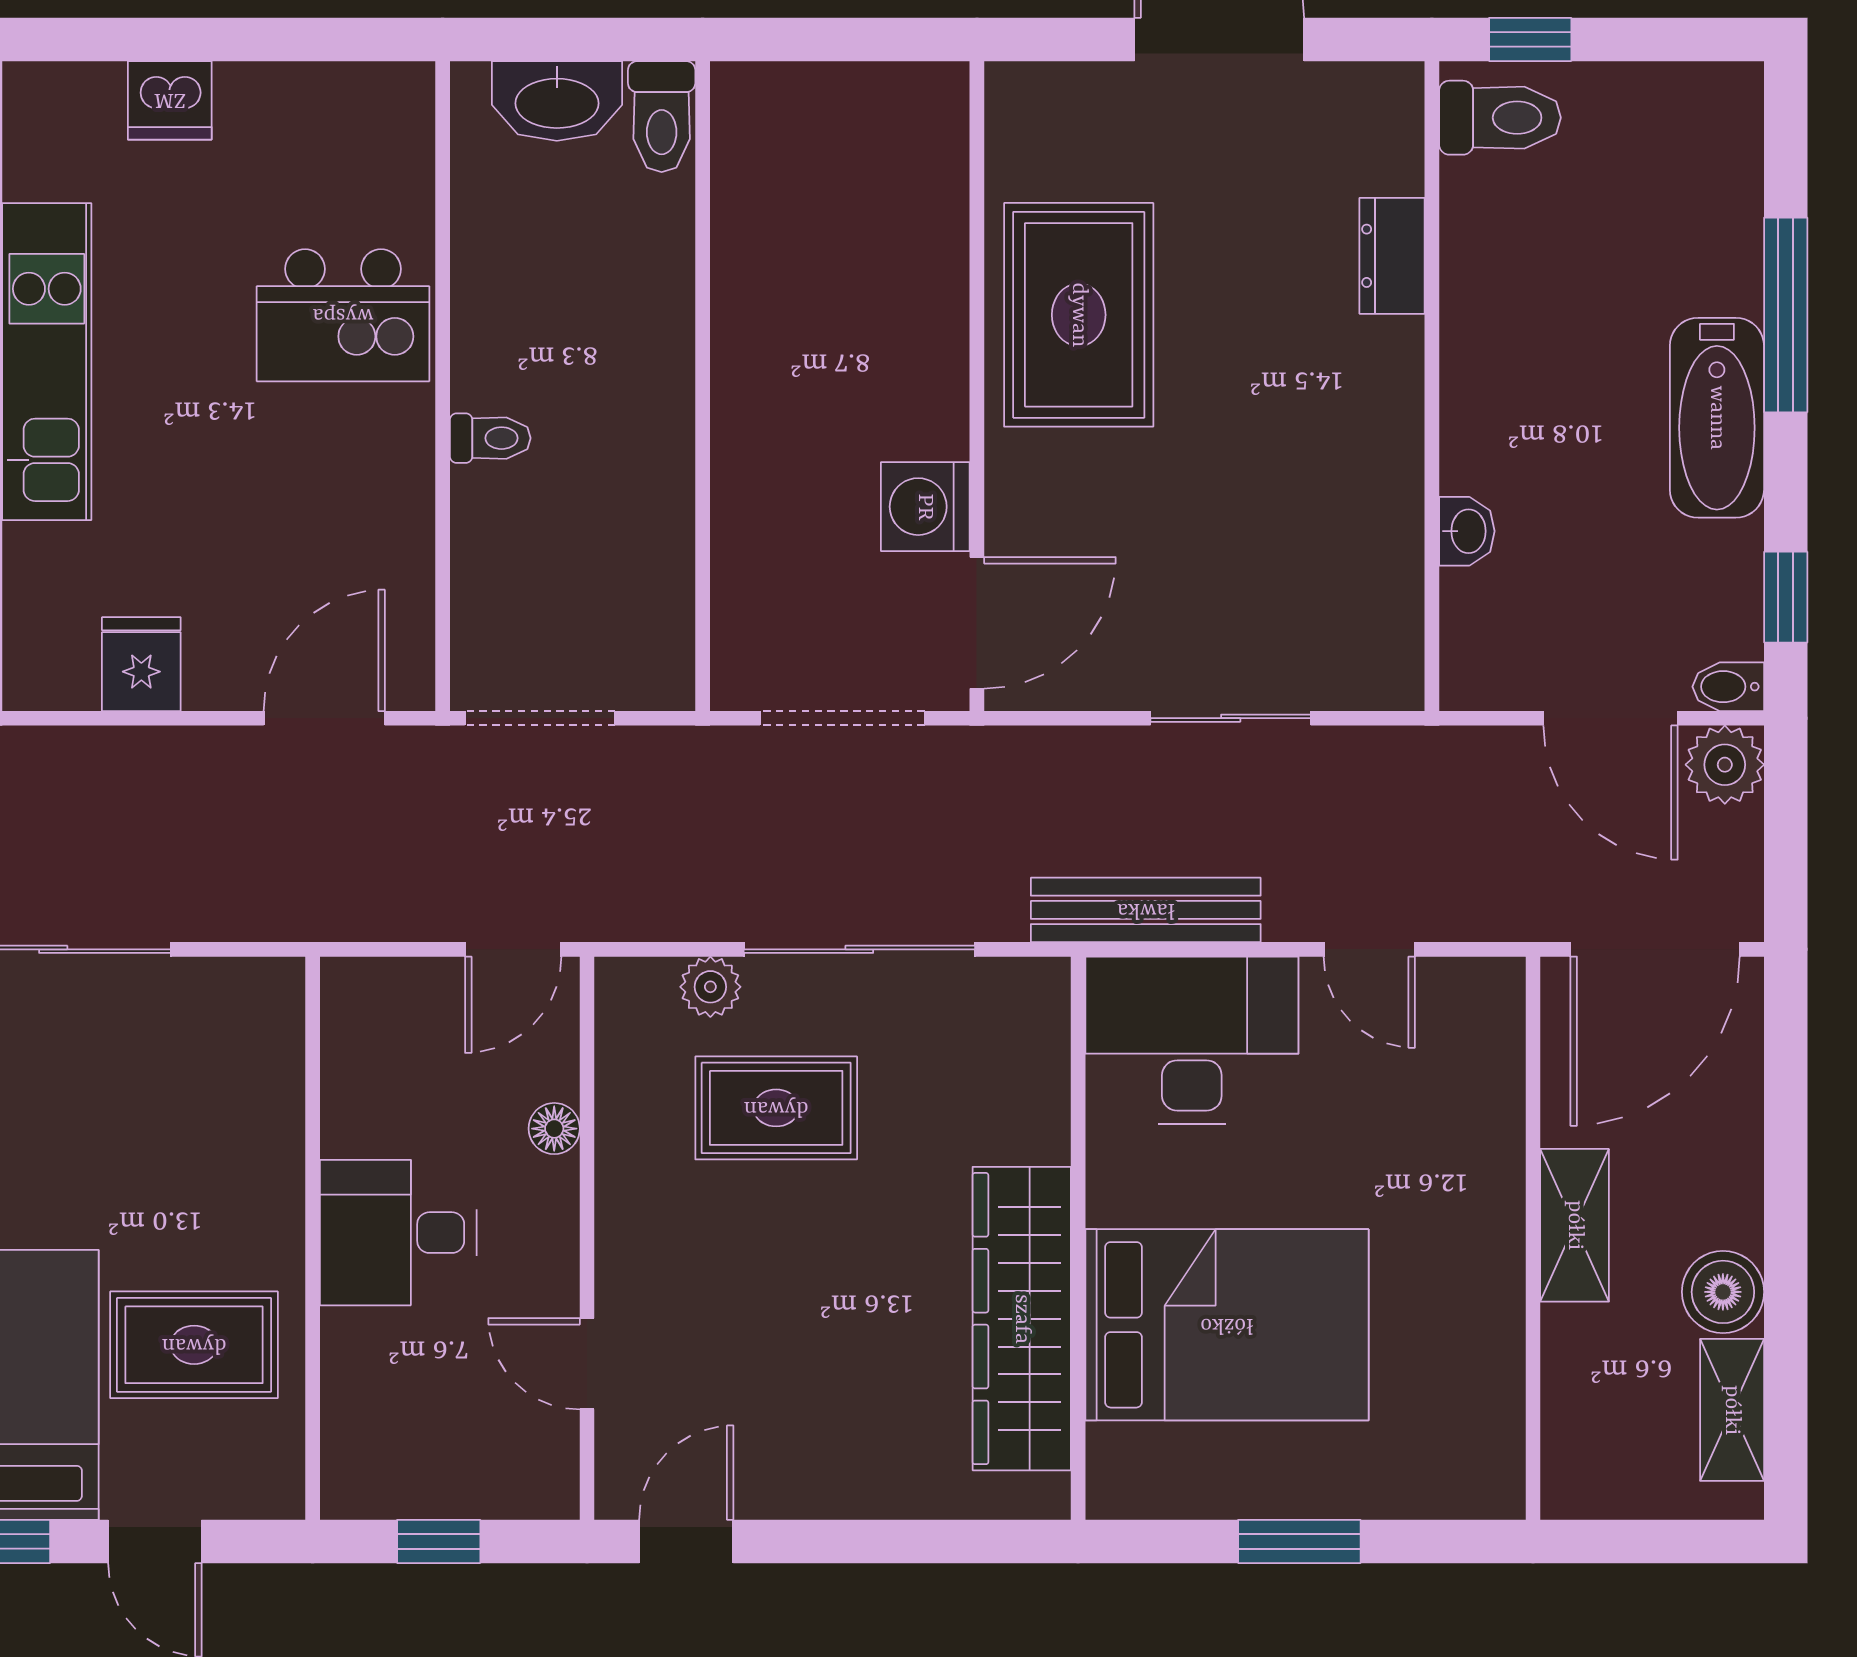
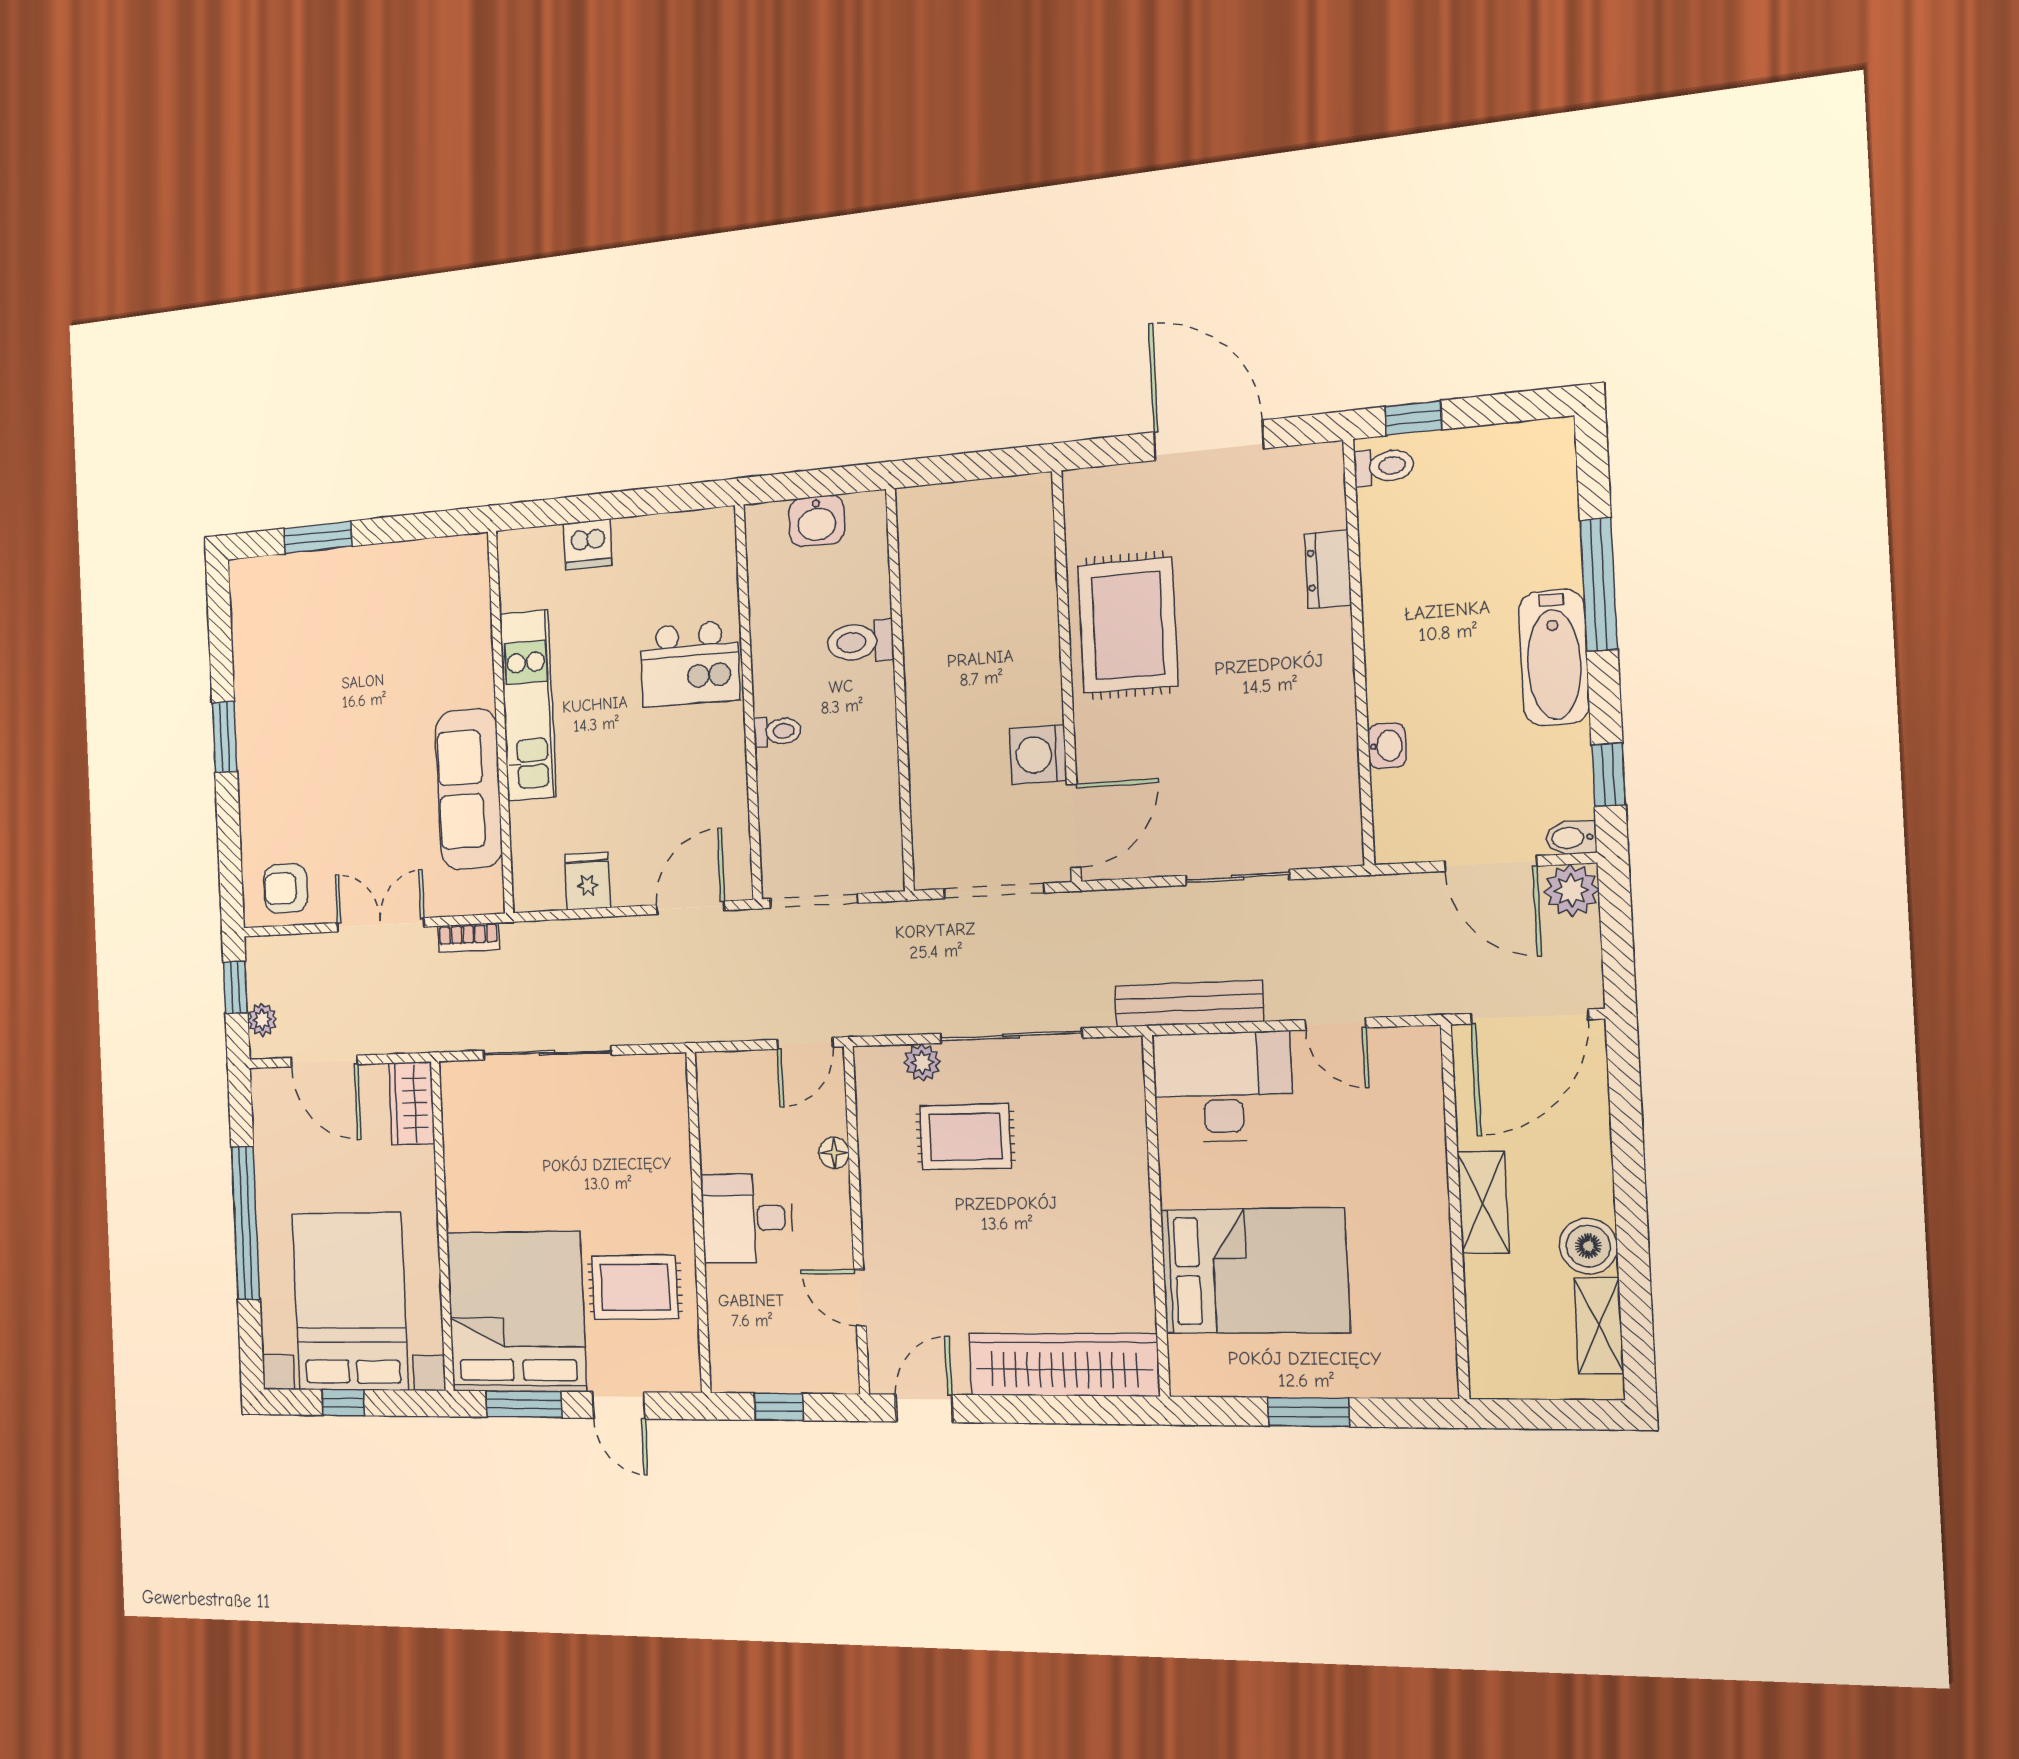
washbasin: (557, 101) -> (817, 521), width x0.72
toilet: (662, 117) -> (860, 642), moved, turned 90
toilet: (1500, 118) -> (1384, 466), width x0.73, depth x0.72
wardrobe: (1022, 1319) -> (1064, 1365), moved, turned 90

